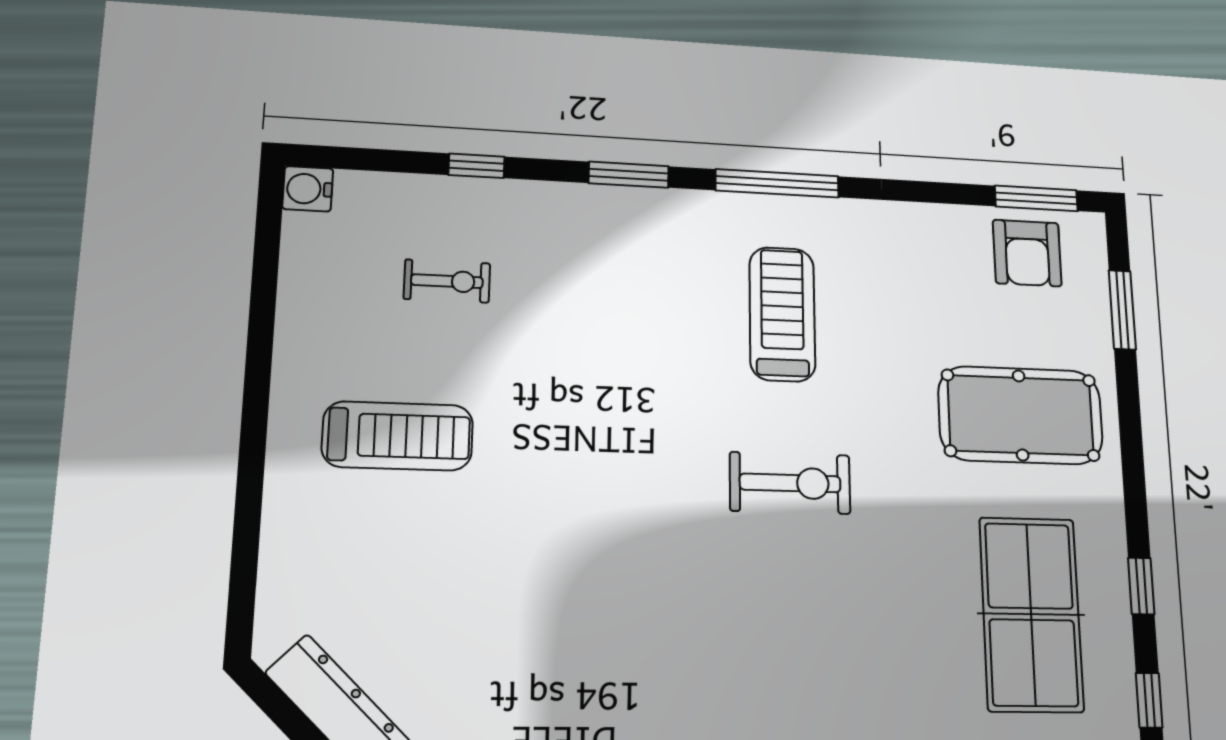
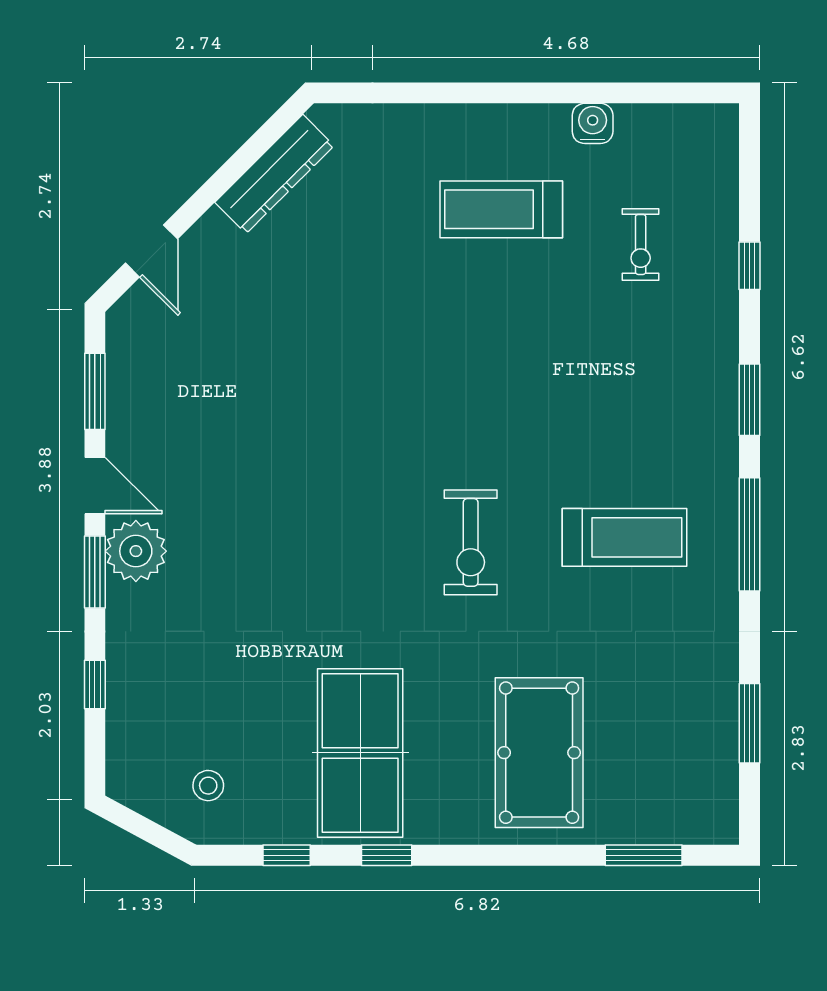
water cooler: (308, 189) -> (593, 123), moved
window: (1036, 198) -> (749, 723), moved
armchair: (1027, 253) -> (695, 767), removed
treadmill: (398, 436) -> (501, 209), turned 90
table tennis table: (1031, 614) -> (360, 753), turned 90

